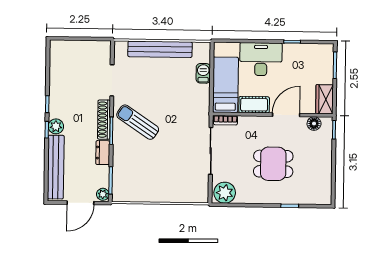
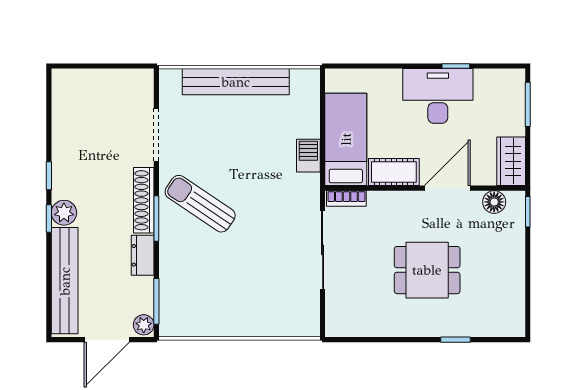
desk: (261, 59) -> (438, 96), moved
barbecue: (203, 73) -> (308, 156), moved
plant: (225, 193) -> (347, 319), removed

